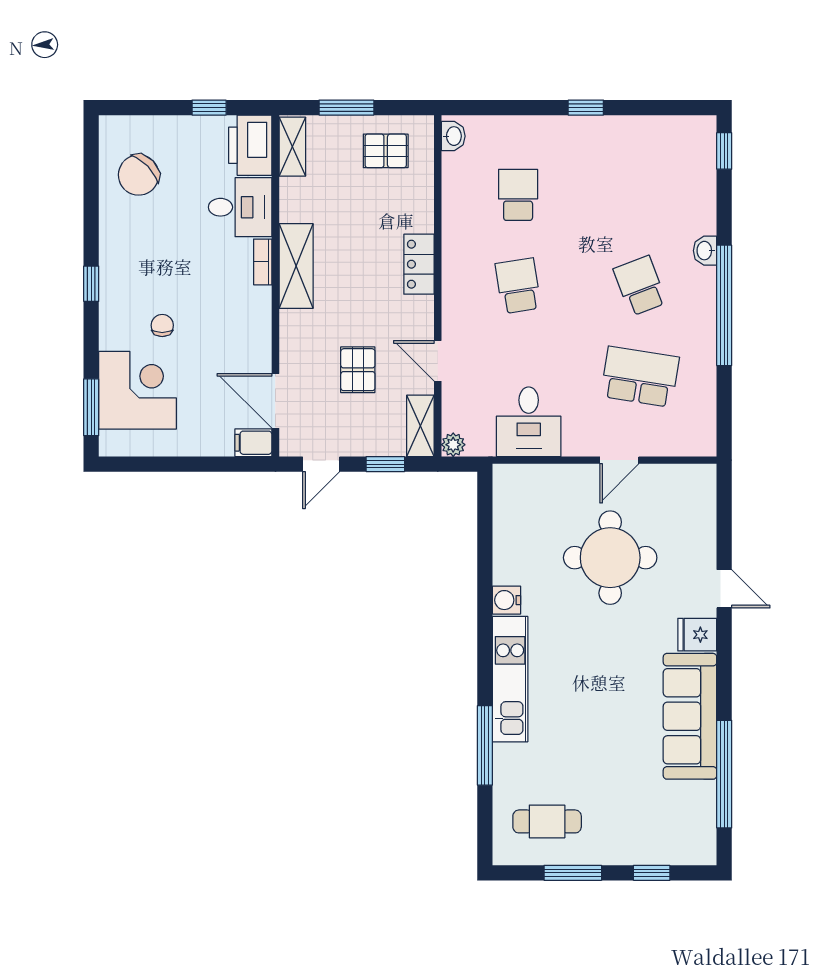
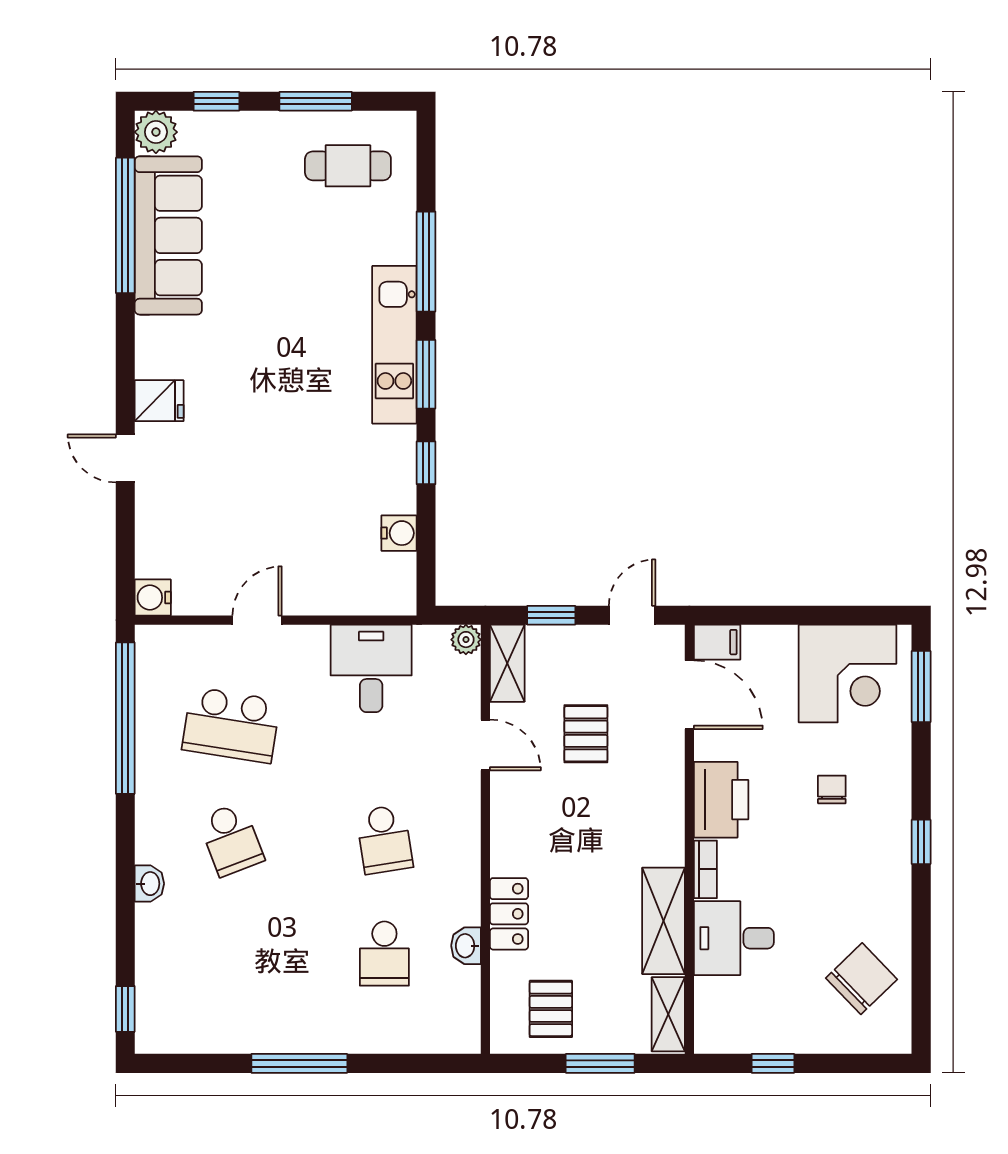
window: (586, 108) -> (299, 1063), width x2.17
washbasin: (453, 136) -> (466, 946), moved
printer: (250, 145) -> (721, 800), moved
pallet: (386, 151) -> (551, 1009), turned 90
locker: (419, 264) -> (509, 914), moved
shelving: (296, 266) -> (664, 921), moved
window: (724, 305) -> (125, 718), moved
chair: (162, 325) -> (832, 789), turned 180
corner desk: (138, 390) -> (848, 674), moved, turned -90
water cooler: (702, 478) -> (153, 598), added
round table: (610, 558) -> (269, 498), removed
window: (485, 585) -> (426, 463), added
water cooler: (507, 600) -> (399, 533), moved
window: (485, 656) -> (426, 374), added
sofa: (690, 716) -> (168, 235), moved
plant: (700, 848) -> (156, 132), added

